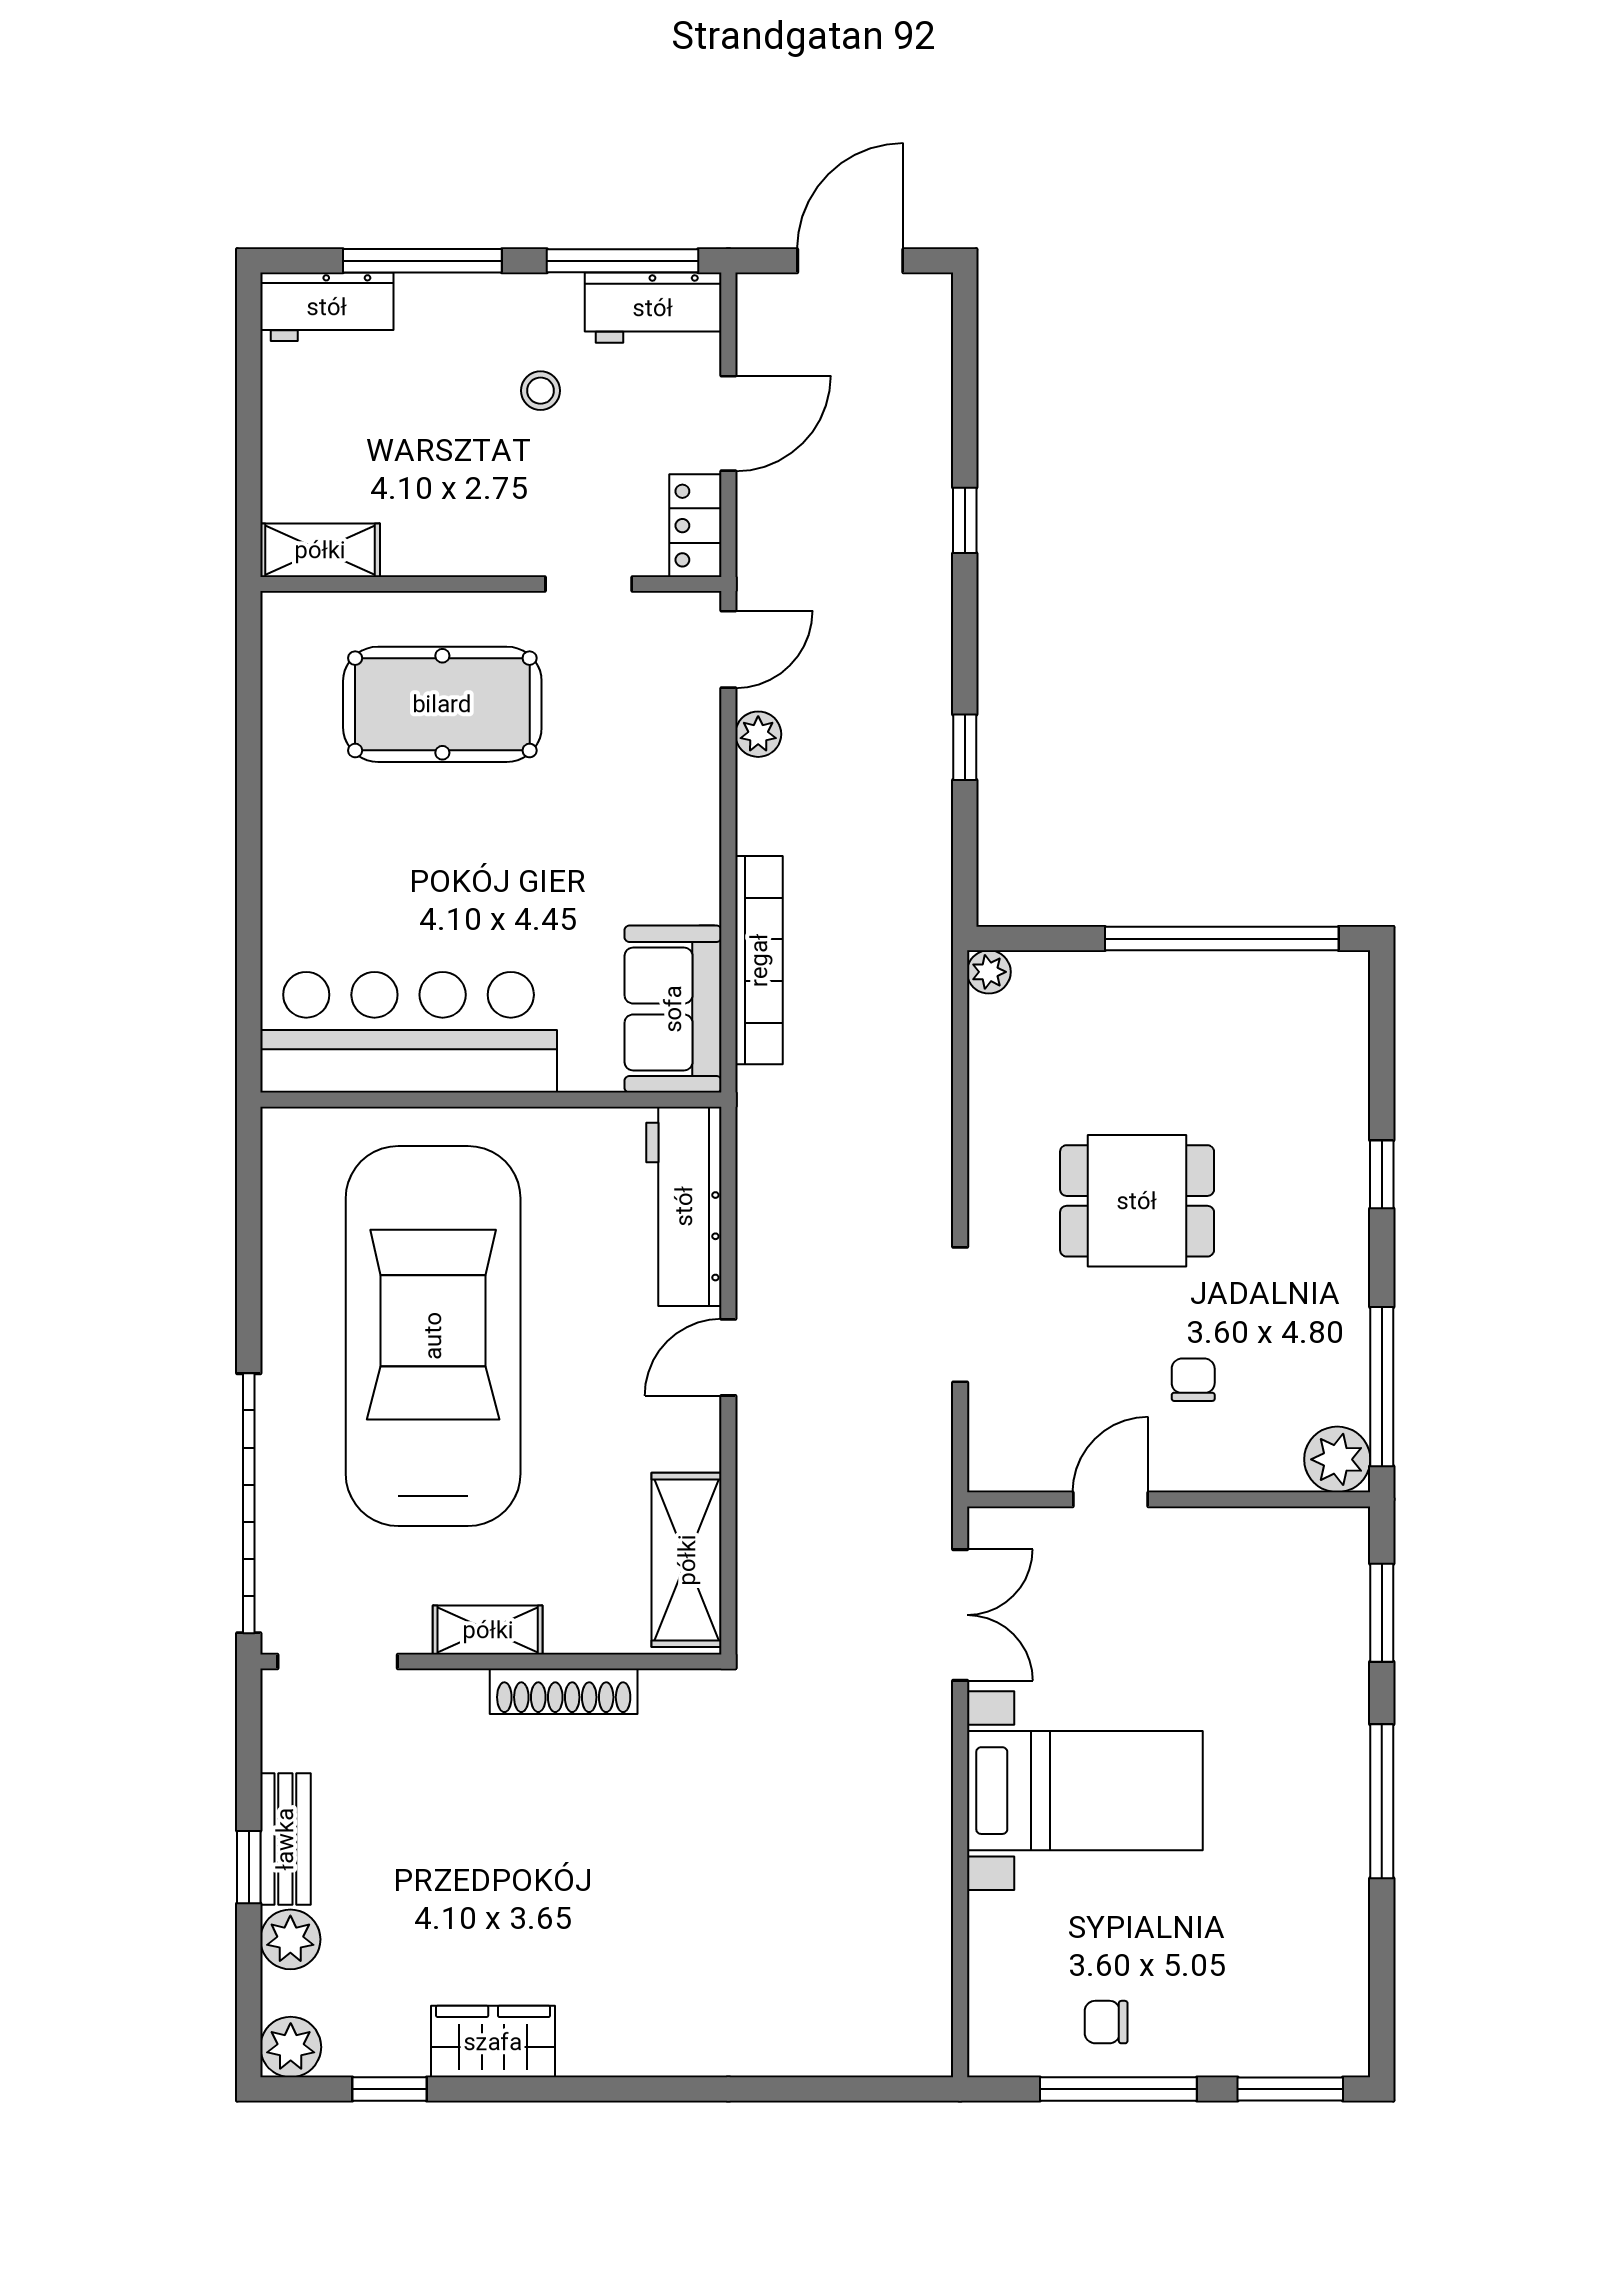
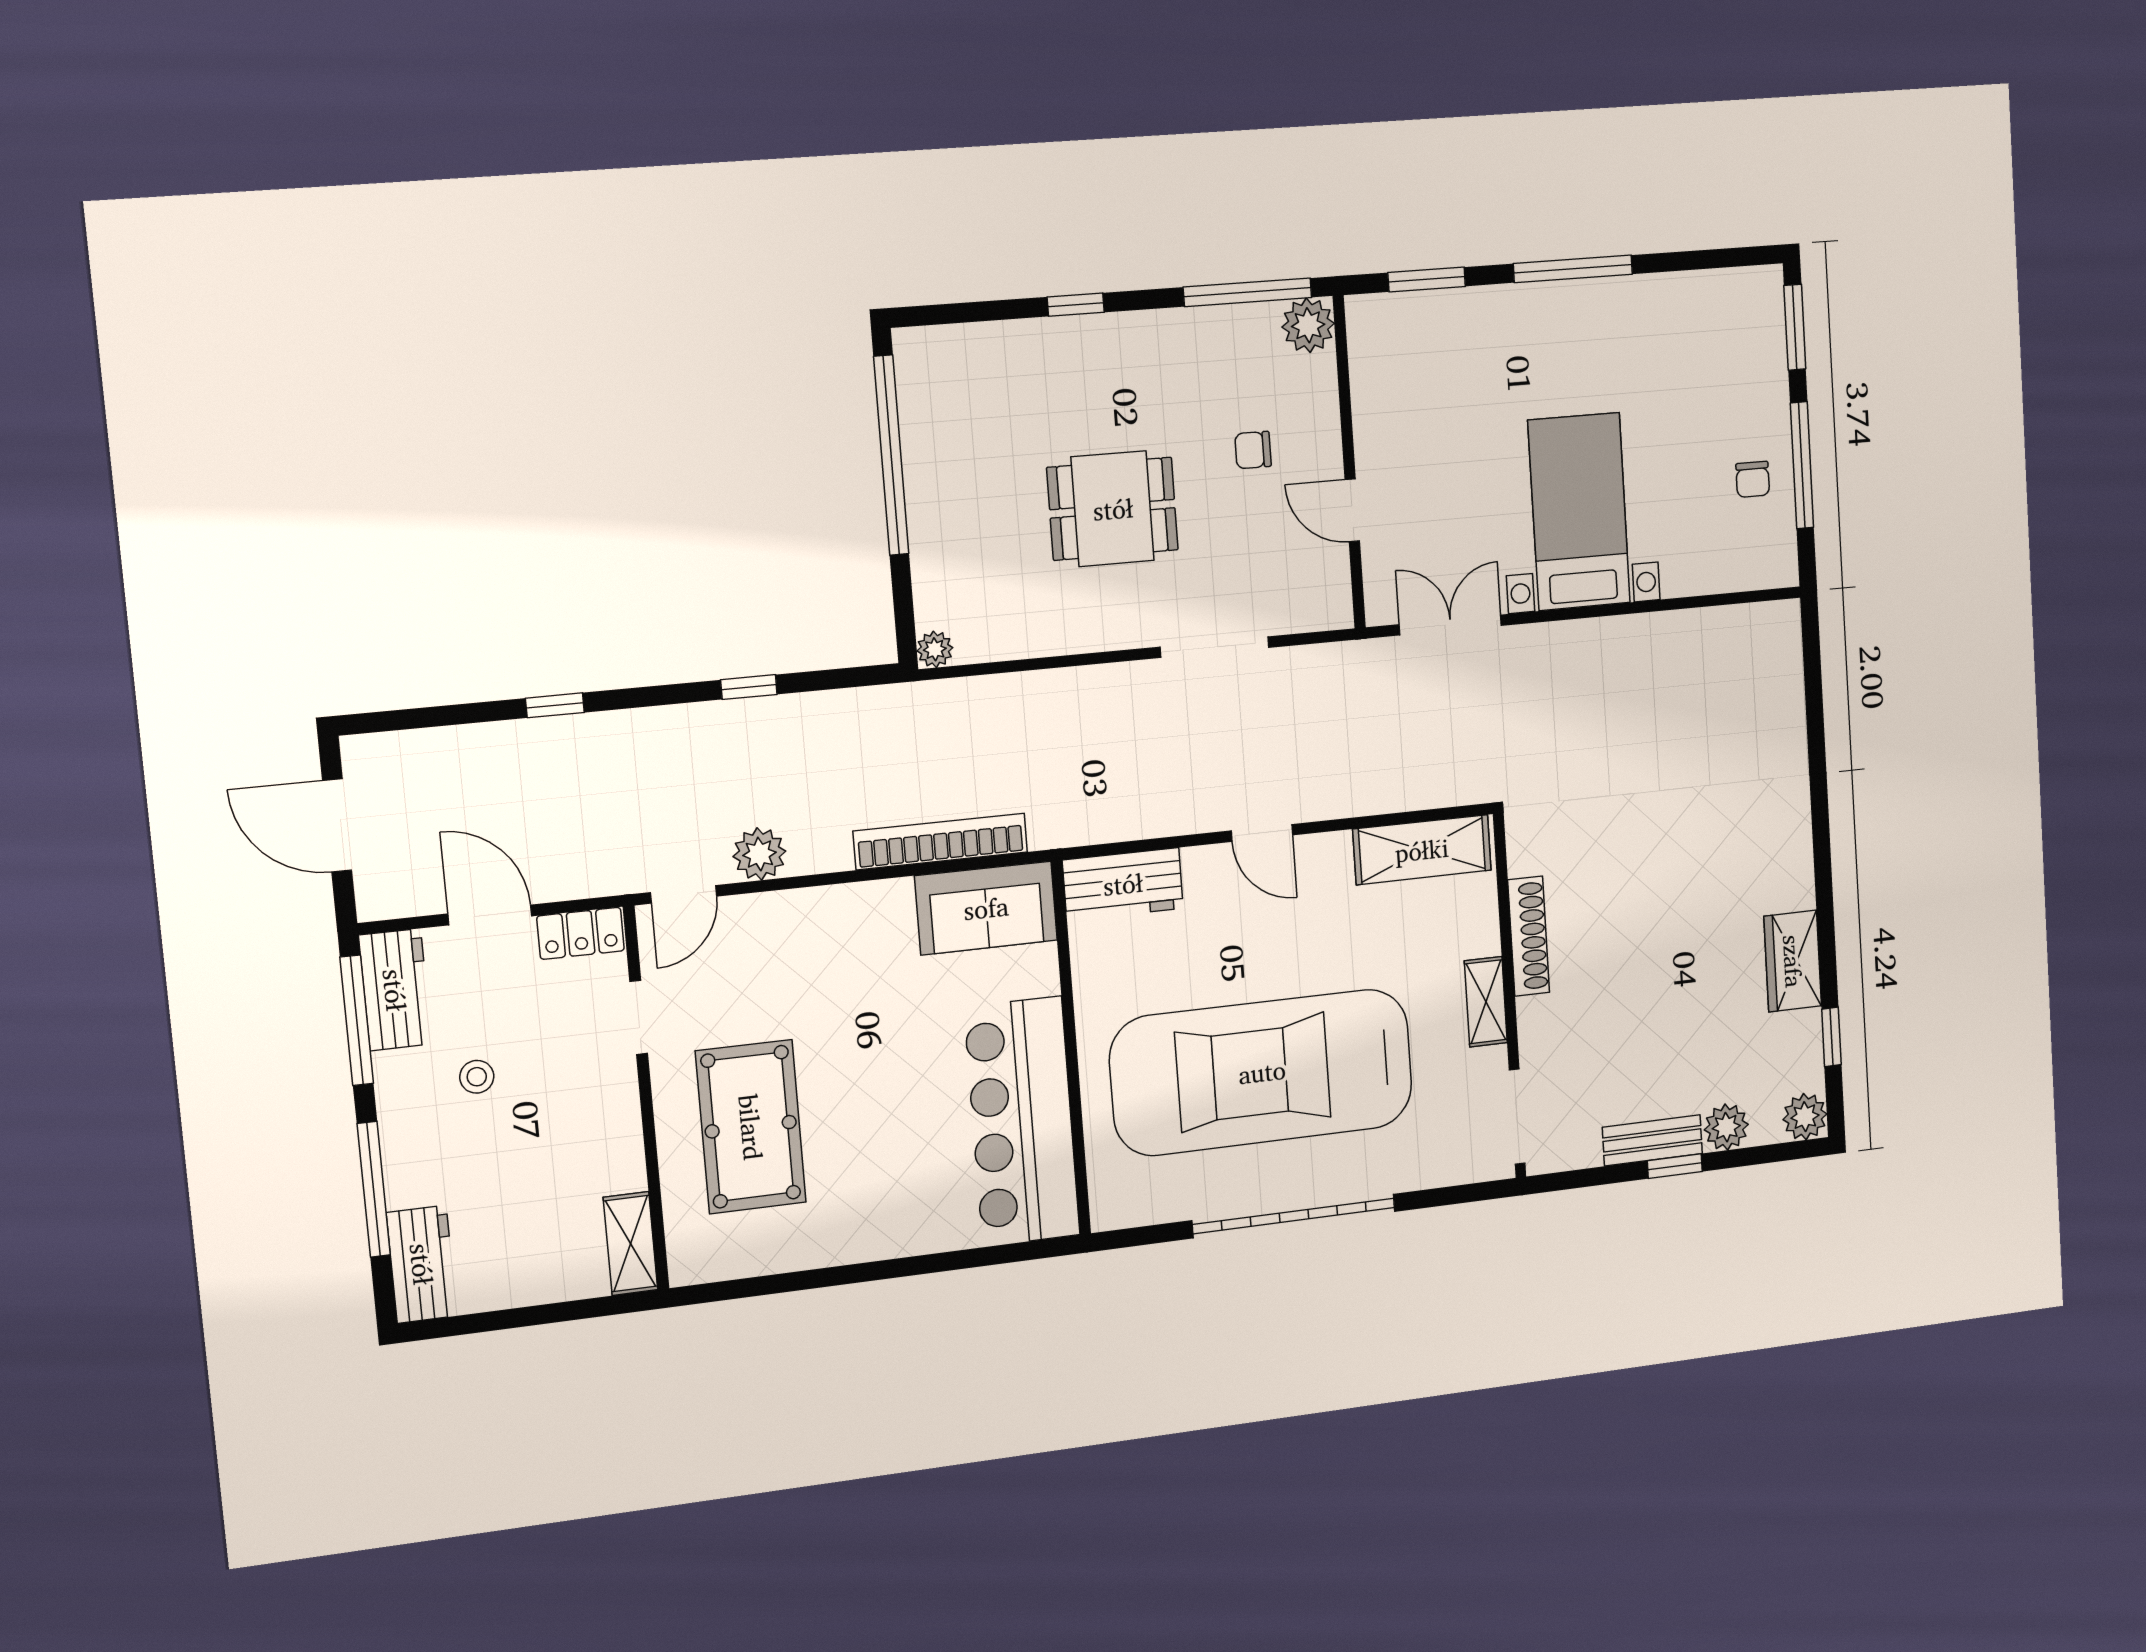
door: (728, 649) -> (684, 894), swing flipped
plant: (758, 734) -> (759, 854), width x1.38, depth x1.38
dining table: (1137, 1201) -> (1113, 509), turned 90
workbench: (684, 1206) -> (1123, 884), width x0.73
garage door: (249, 1503) -> (1294, 1216), moved

